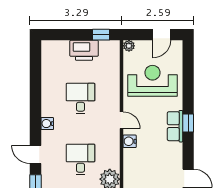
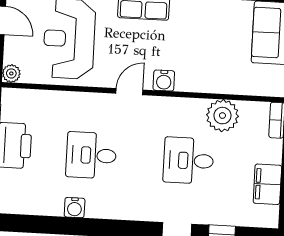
water cooler: (47, 124) -> (75, 208), moved

